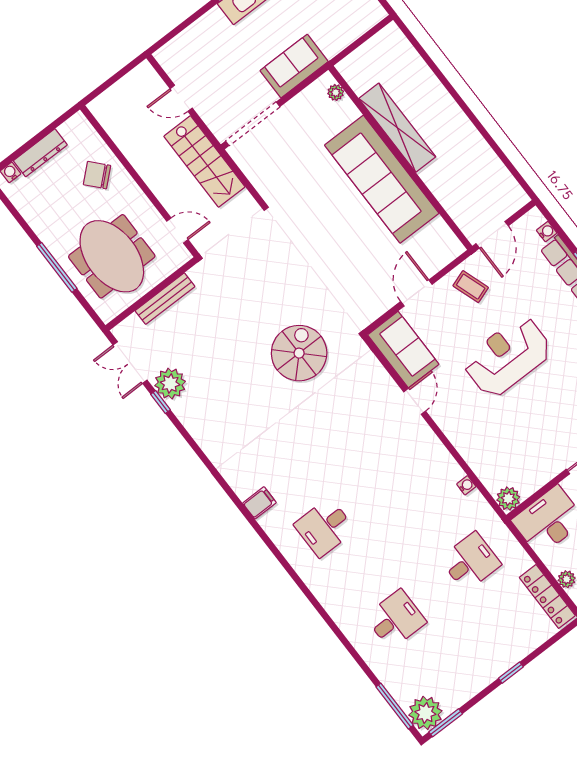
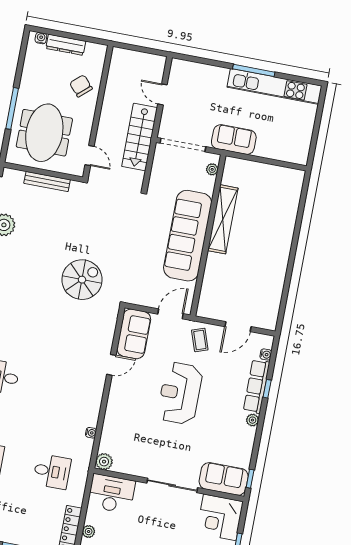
plant: (336, 92) -> (212, 169), moved
shelving: (397, 128) -> (223, 219), moved
wall: (400, 158) -> (208, 235), moved
sofa: (382, 179) -> (188, 236), moved
reception desk: (507, 357) -> (180, 393), turned -90

